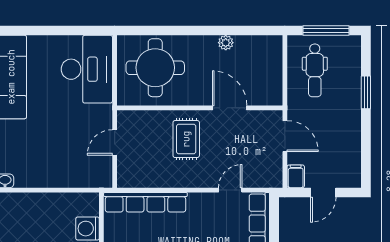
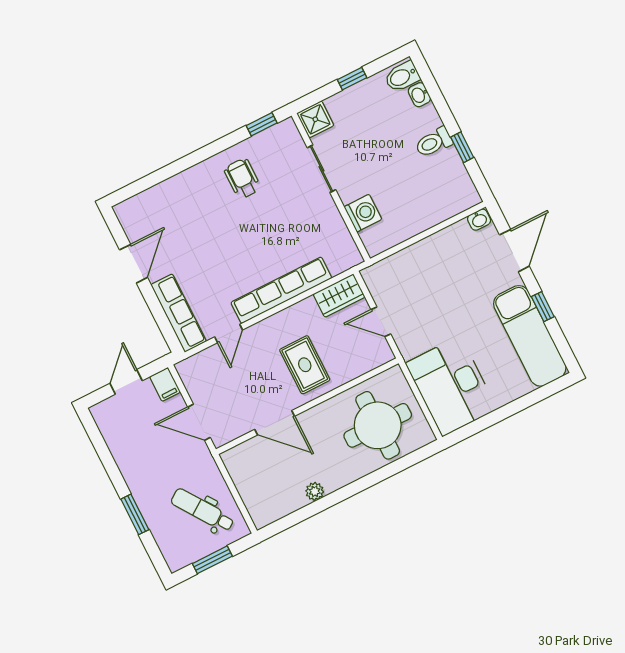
window: (326, 30) -> (212, 560), width x0.69
dental chair: (315, 70) -> (203, 510), turned -35
door: (115, 142) -> (381, 322), swing flipped
wardrobe: (135, 177) -> (339, 296), added
row of seats: (145, 202) -> (281, 290), moved

